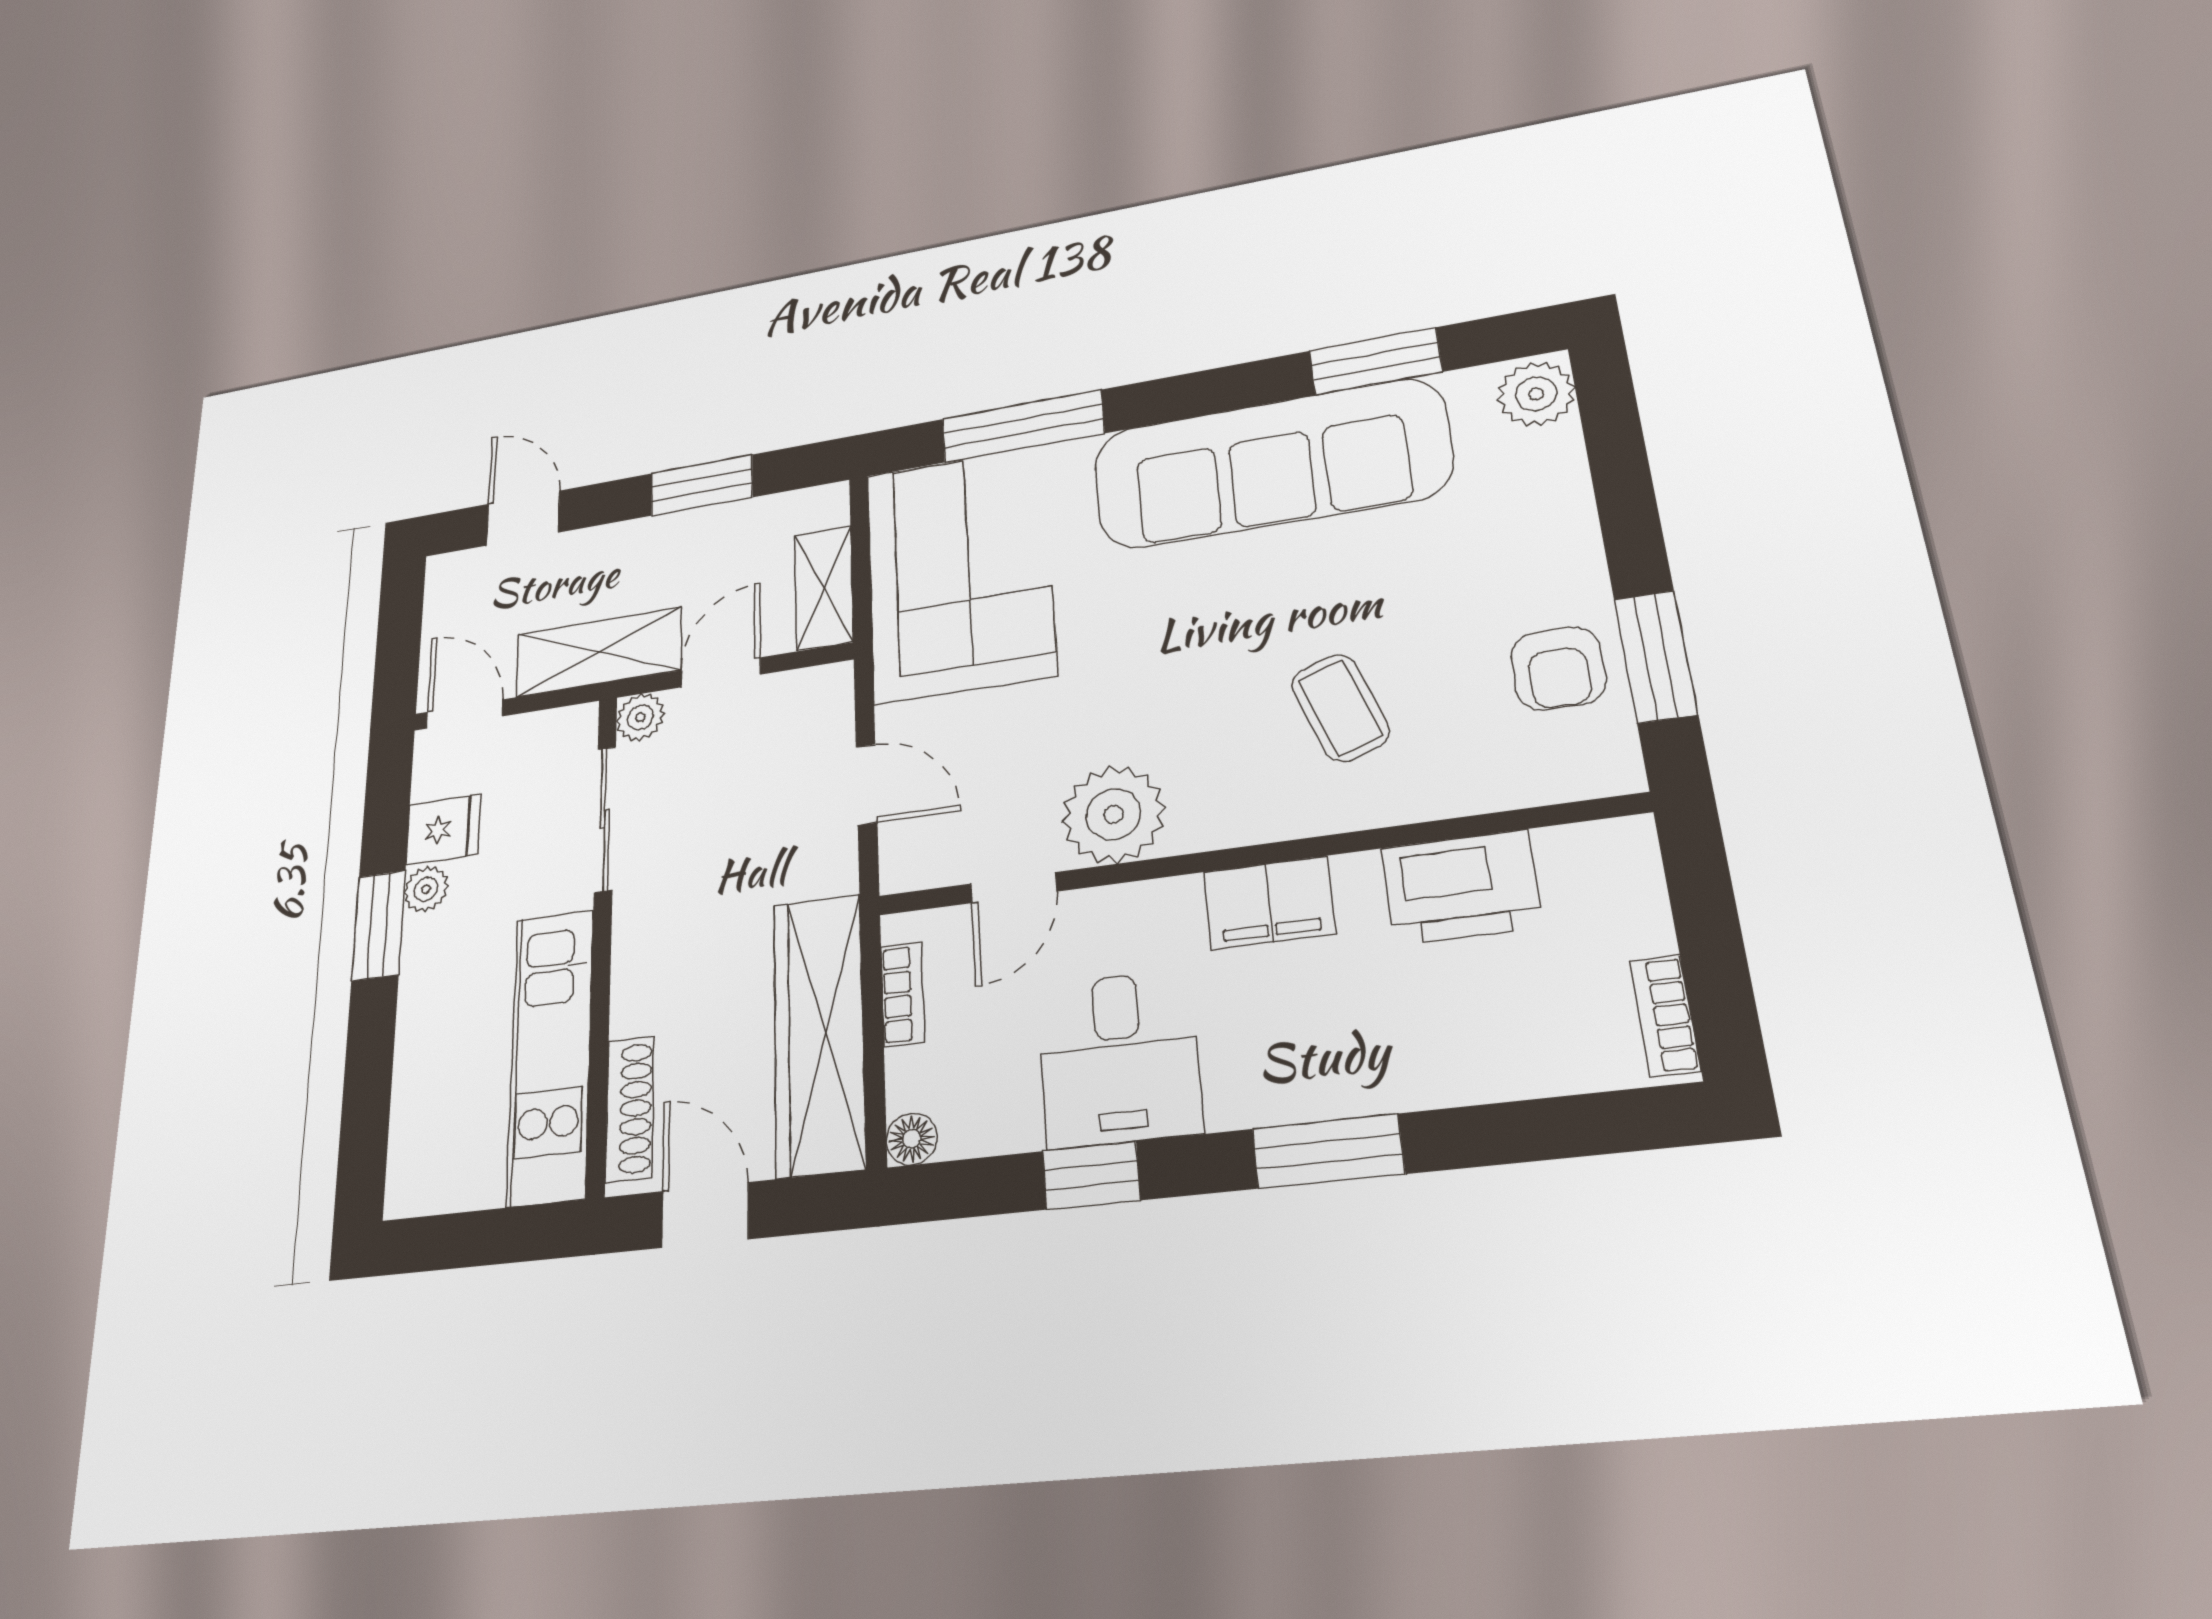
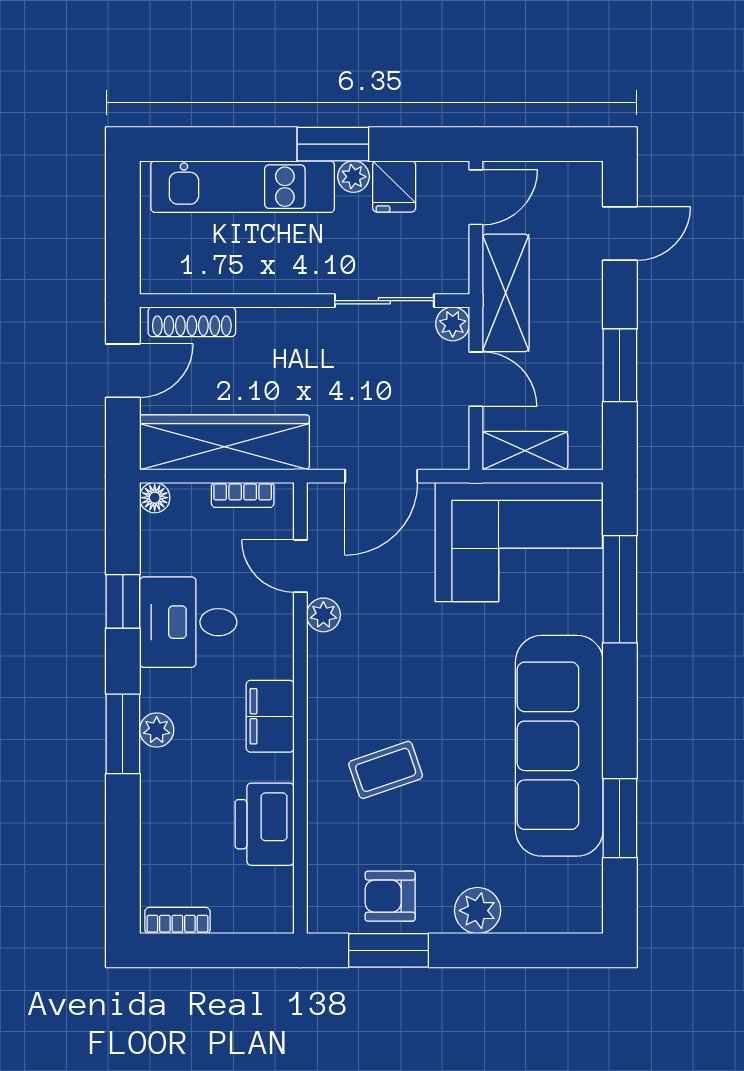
plant: (1536, 394) -> (478, 911), moved
door: (867, 785) -> (381, 476), width x1.38
plant: (1113, 814) -> (323, 615), width x0.53, depth x0.53
kitchen unit: (551, 1056) -> (243, 187), moved, turned 180
plant: (1314, 1092) -> (157, 730), added

